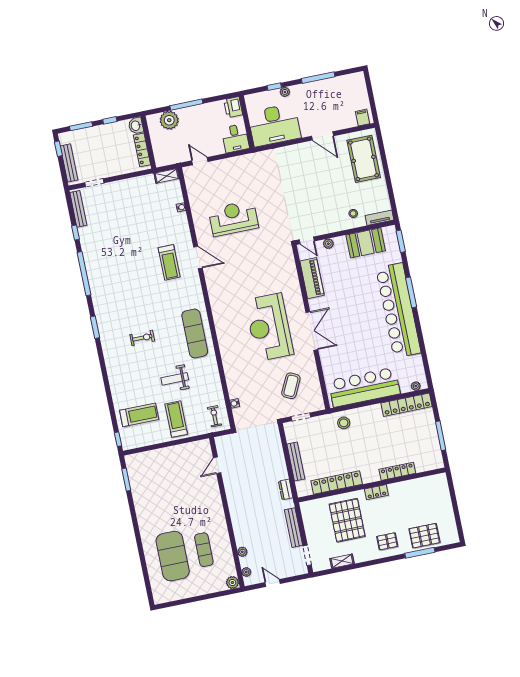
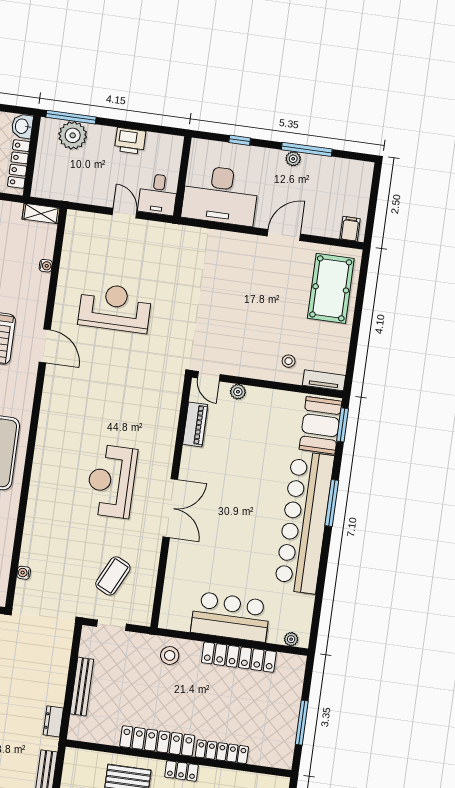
plant: (285, 92) -> (293, 159), moved
window: (186, 105) -> (71, 117), moved
printer: (233, 107) -> (130, 141), moved, turned -90
door: (323, 136) -> (284, 235), swing flipped
door: (200, 161) -> (124, 213), moved
booth: (366, 243) -> (321, 425), moved, turned 90
piano: (312, 278) -> (195, 424), width x0.73, depth x0.75
reception desk: (269, 327) -> (111, 481), width x0.74, depth x0.77
bar counter: (364, 387) -> (231, 617), width x0.73
locker: (407, 405) -> (239, 657), moved
locker: (337, 483) -> (157, 741), moved

